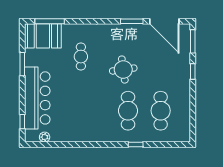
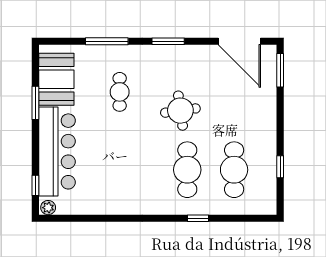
window: (50, 21) -> (107, 41), moved
window: (132, 21) -> (168, 41), moved
booth: (43, 36) -> (56, 79), moved, turned 90
window: (193, 71) -> (280, 167), moved
plant: (45, 137) -> (48, 208), moved

